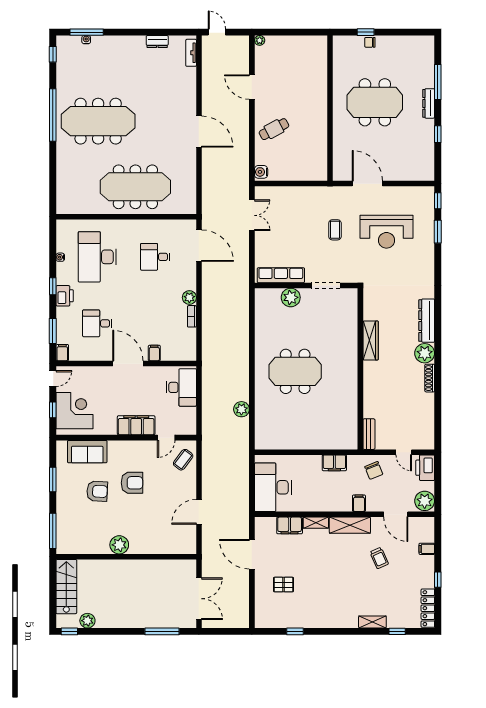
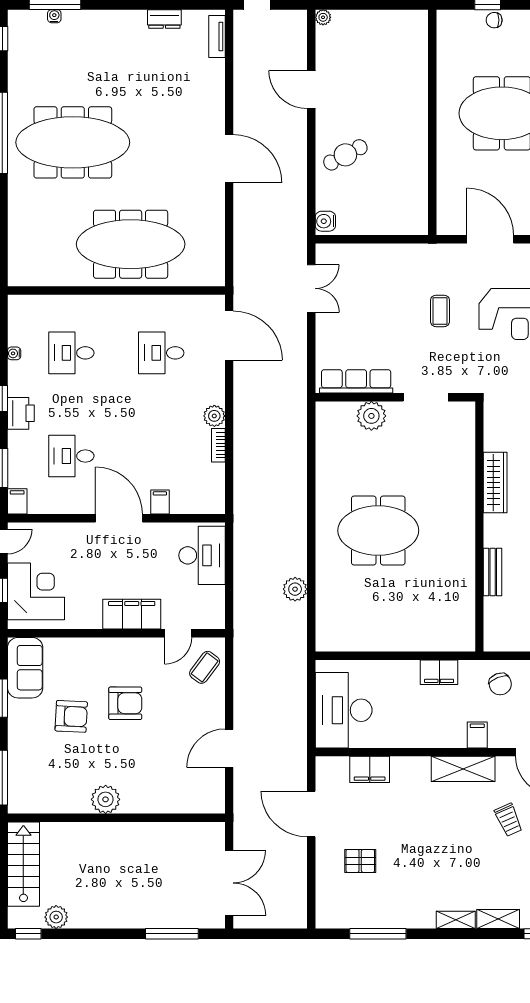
desk: (97, 257) -> (71, 353), width x0.53, depth x0.77
bench: (369, 434) -> (493, 572), moved
sofa: (87, 452) -> (25, 668), moved, turned -90
shelving: (316, 523) -> (456, 920), moved
window: (295, 631) -> (378, 934), width x2.17

